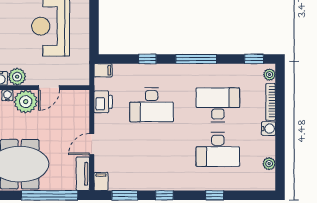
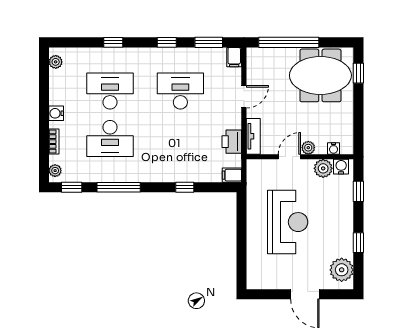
window: (196, 59) -> (119, 187), moved
plant: (26, 102) -> (308, 148), width x0.53, depth x0.53
bookcase: (271, 102) -> (54, 142), width x0.64
desk: (152, 105) -> (180, 91), moved
plant: (269, 164) -> (56, 62), moved
tv unit: (83, 174) -> (253, 136), moved

